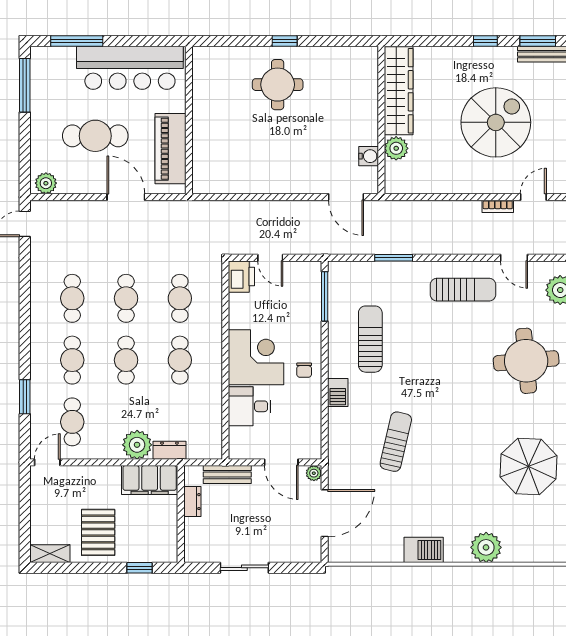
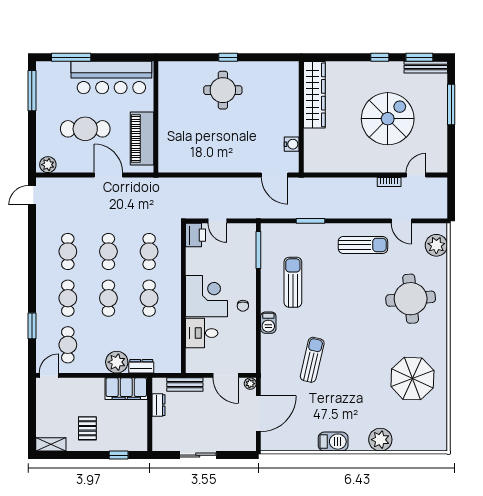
plant: (396, 148) -> (312, 138), removed
pallet: (98, 532) -> (87, 428), width x0.67, depth x0.71

